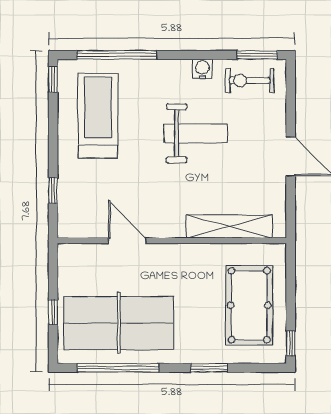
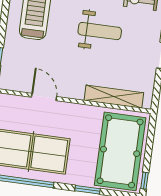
pool table: (249, 305) -> (120, 151), width x1.36, depth x1.32

